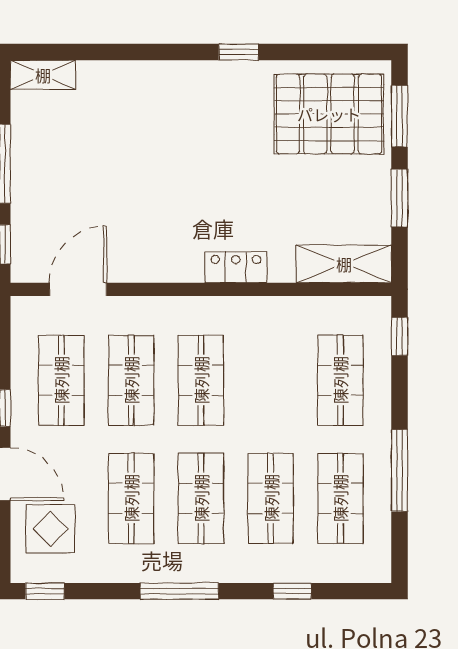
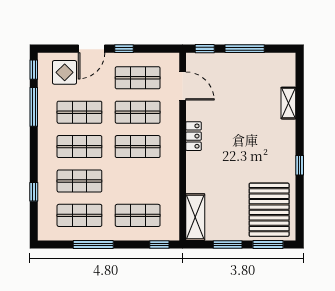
shelving: (43, 75) -> (288, 103), moved
locker: (236, 267) -> (193, 136), moved
window: (179, 591) -> (34, 107), moved

